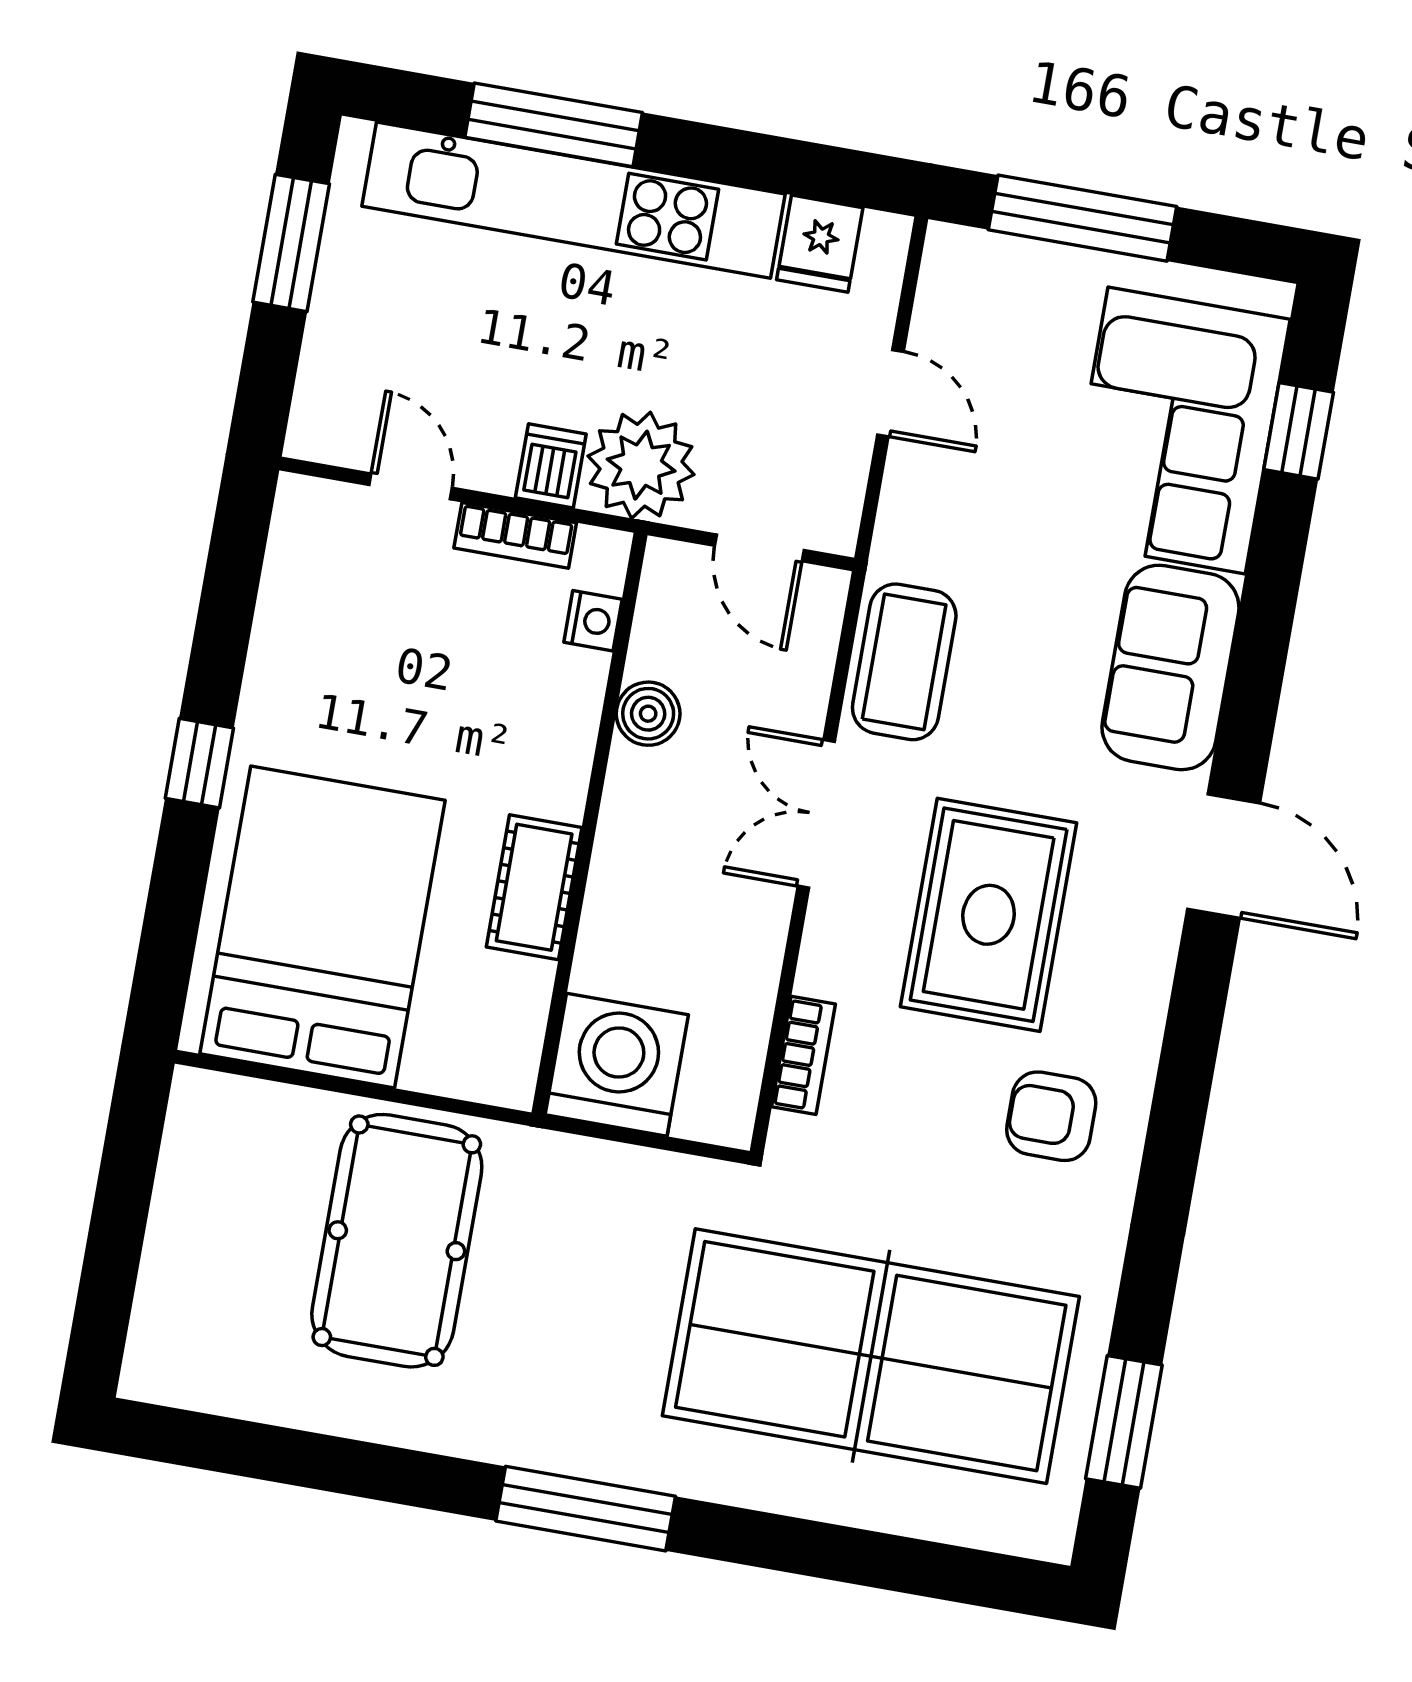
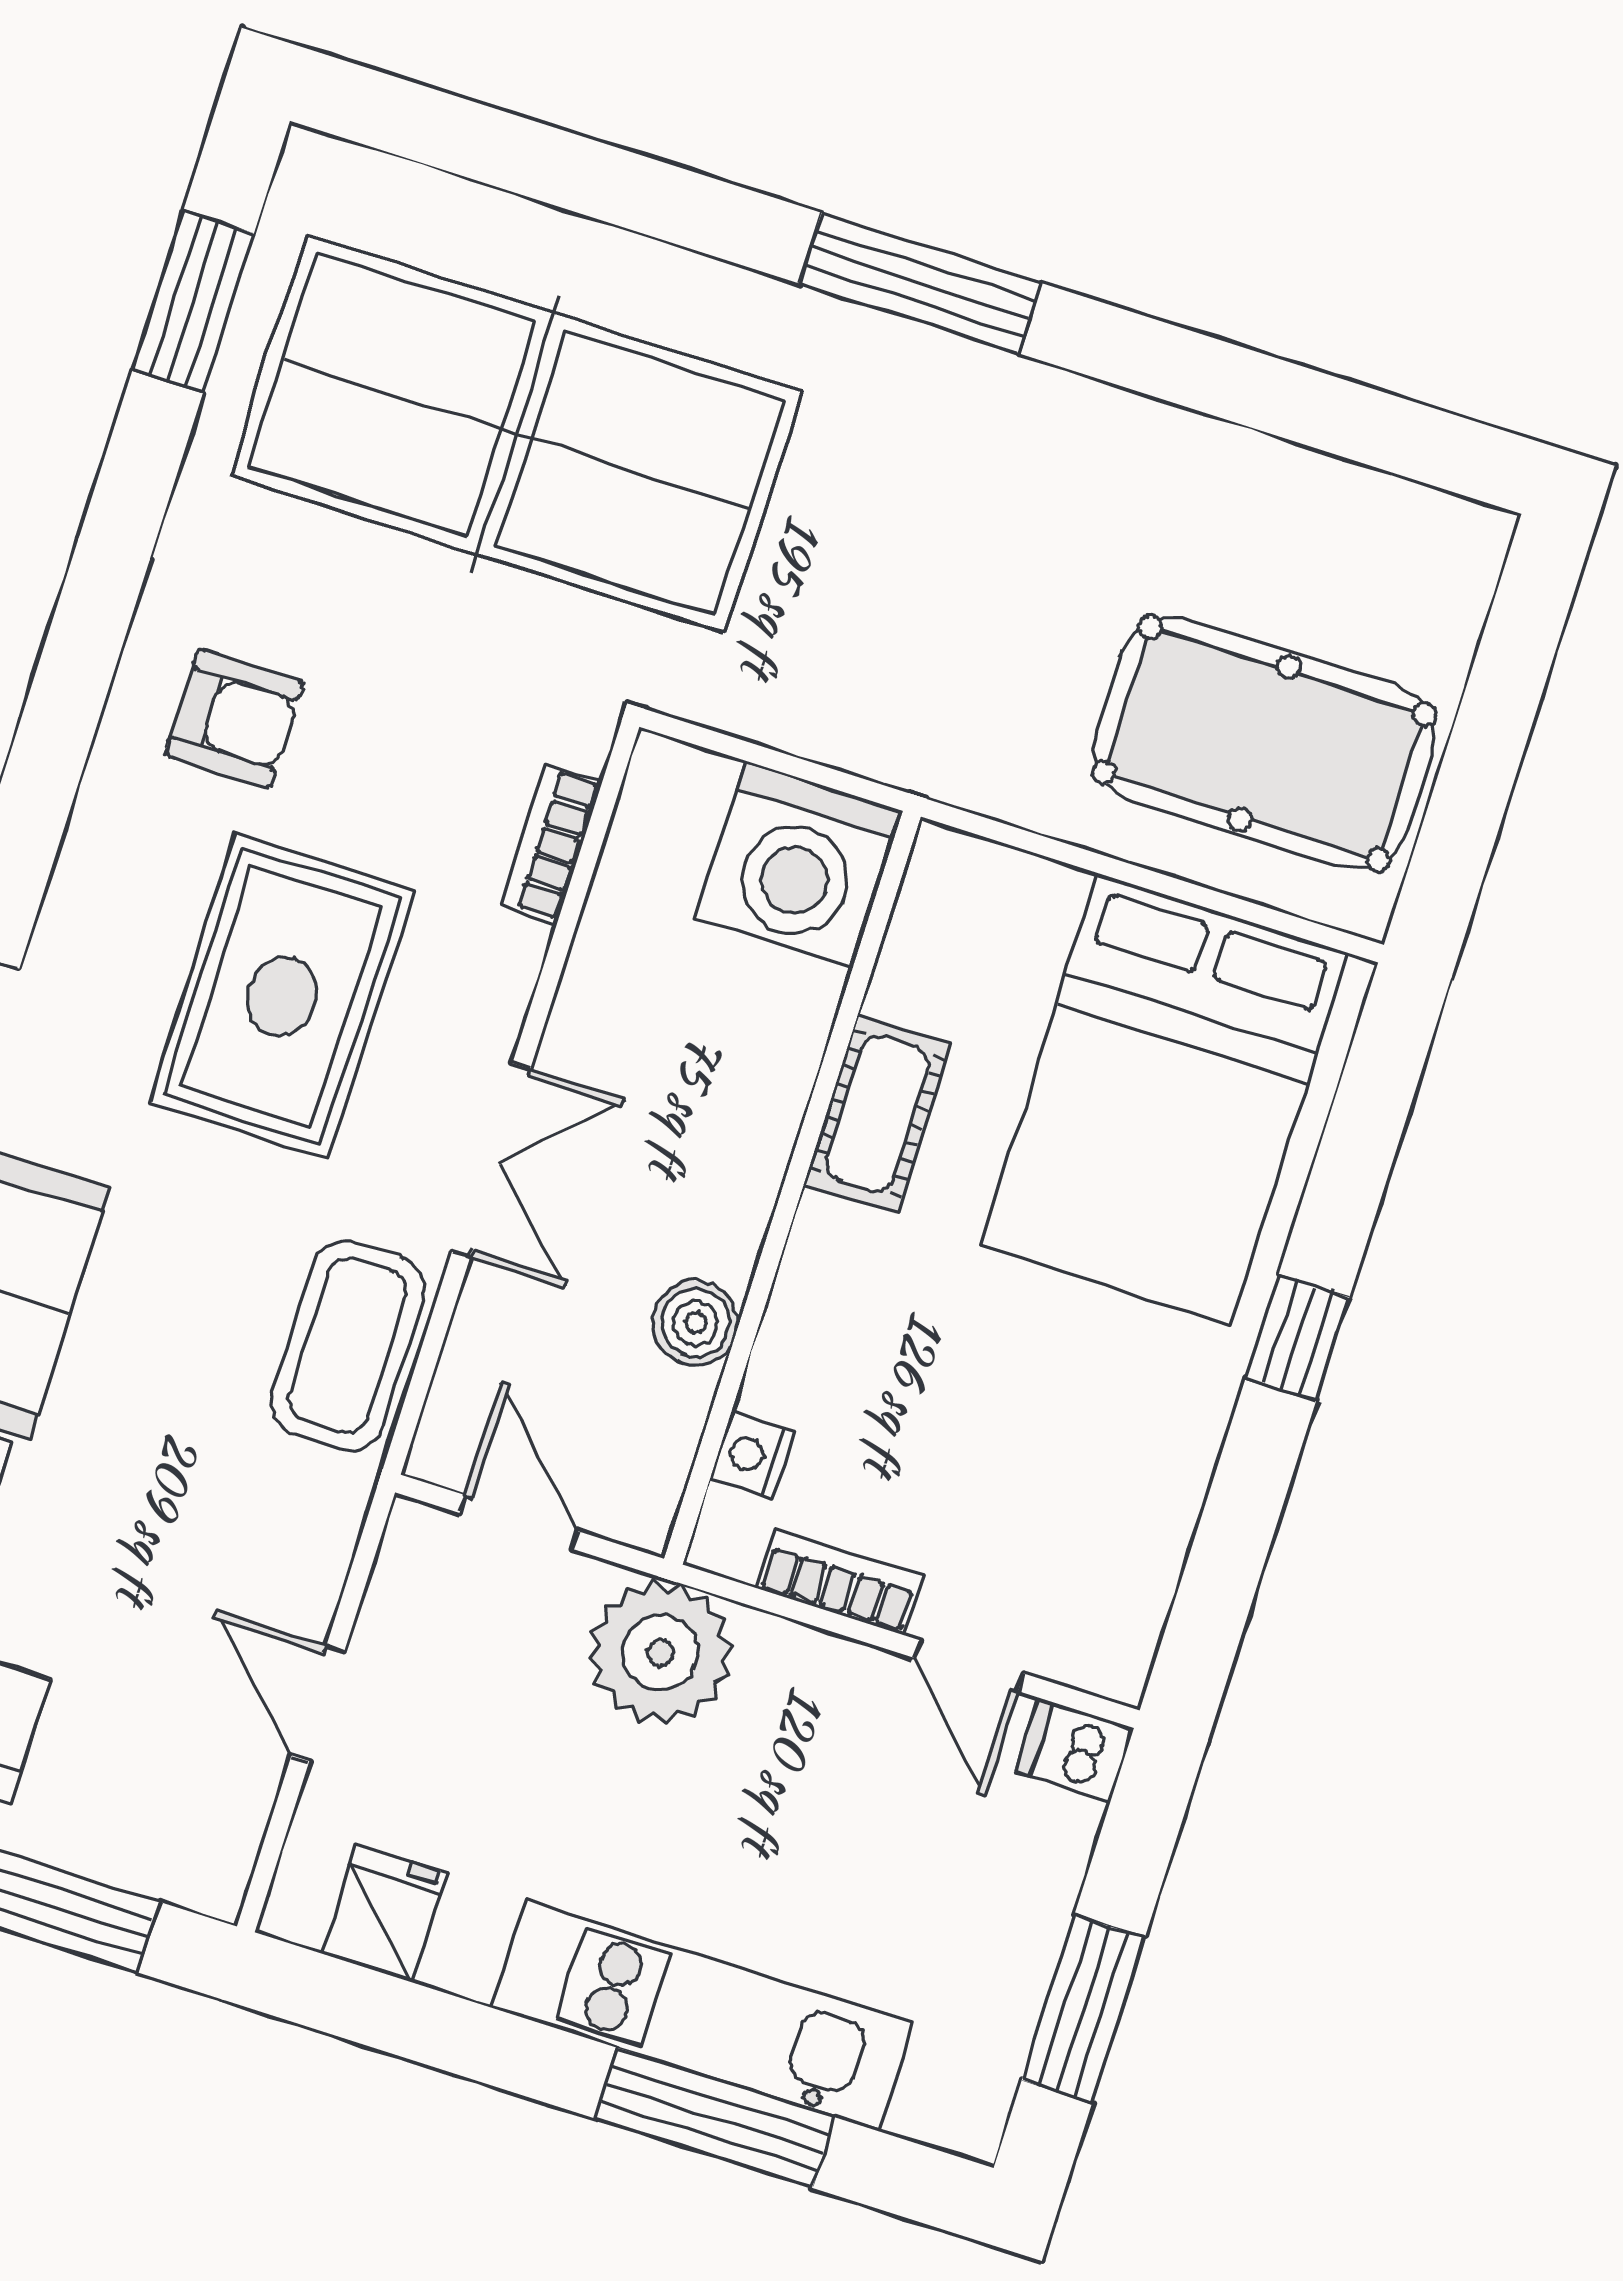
kitchen unit: (573, 200) -> (702, 2015), width x0.73
dishwasher: (551, 466) -> (1074, 1750), moved, turned 90
pool table: (397, 1241) -> (1264, 743), moved, turned 90

